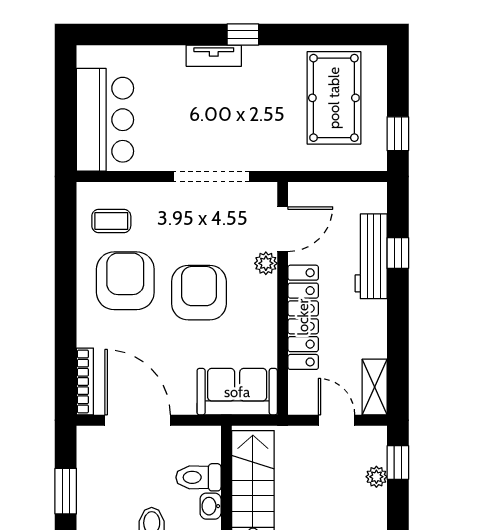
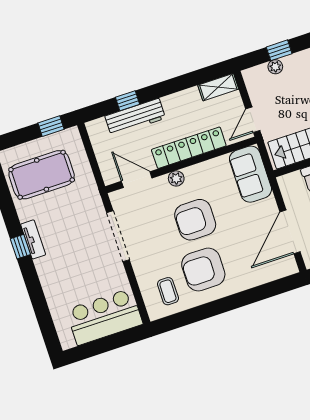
tv unit: (214, 56) -> (33, 239), moved
plant: (266, 263) -> (176, 178), moved
bookcase: (85, 381) -> (276, 274), removed
door: (337, 420) -> (253, 120), moved
window: (398, 463) -> (279, 50), moved

